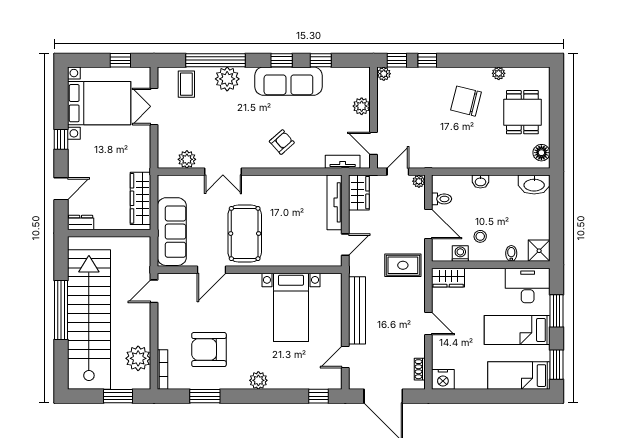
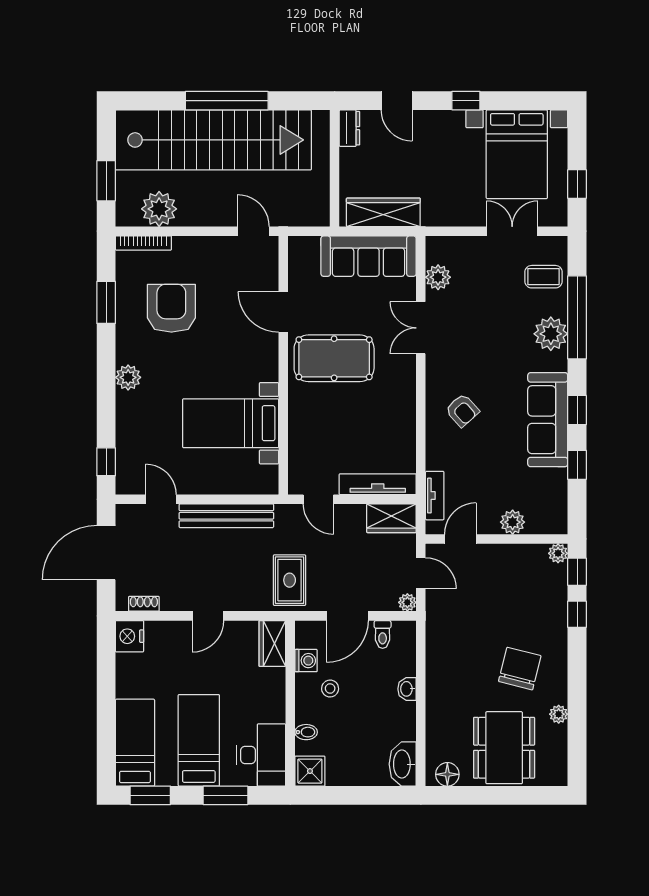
dining table: (522, 112) -> (504, 748), width x1.38
sofa: (172, 232) -> (369, 256), moved

